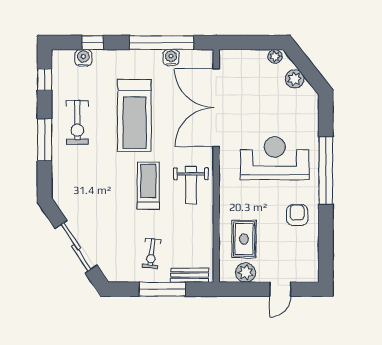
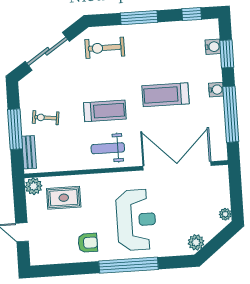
window: (93, 43) -> (227, 54), width x1.50
water cooler: (171, 57) -> (216, 90), moved
plant: (295, 79) -> (196, 242), moved
treadmill: (134, 115) -> (165, 95), width x0.73, depth x0.73
exercise bike: (77, 122) -> (105, 48), moved
plant: (246, 273) -> (34, 186), moved

